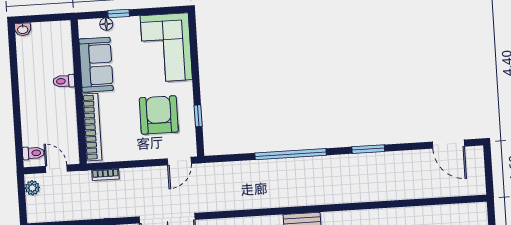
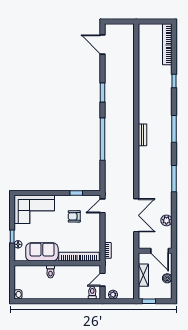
armchair: (159, 115) -> (74, 216), width x0.53, depth x0.53
door: (448, 144) -> (103, 45), swing flipped
door: (179, 161) -> (103, 206), swing flipped

